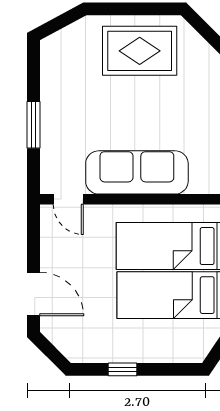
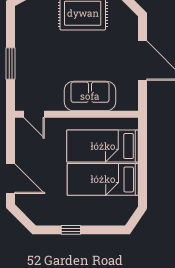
sofa: (137, 172) -> (90, 96), width x0.73

